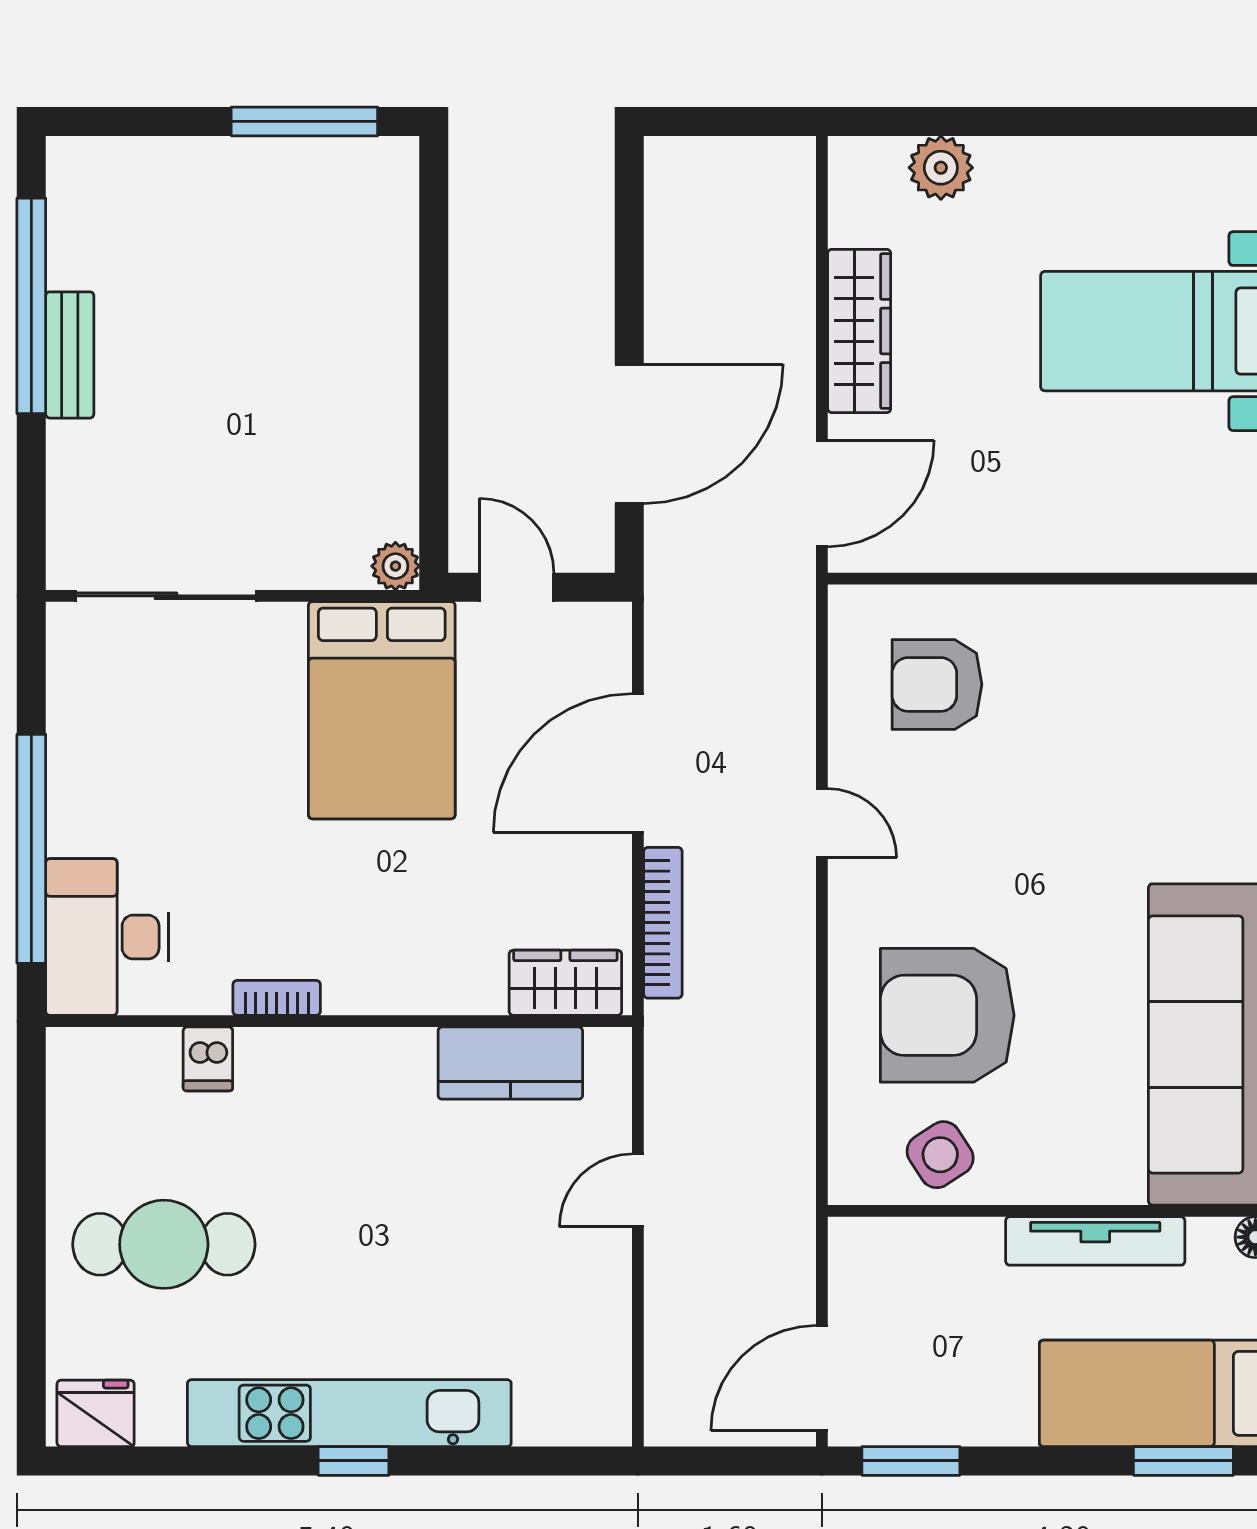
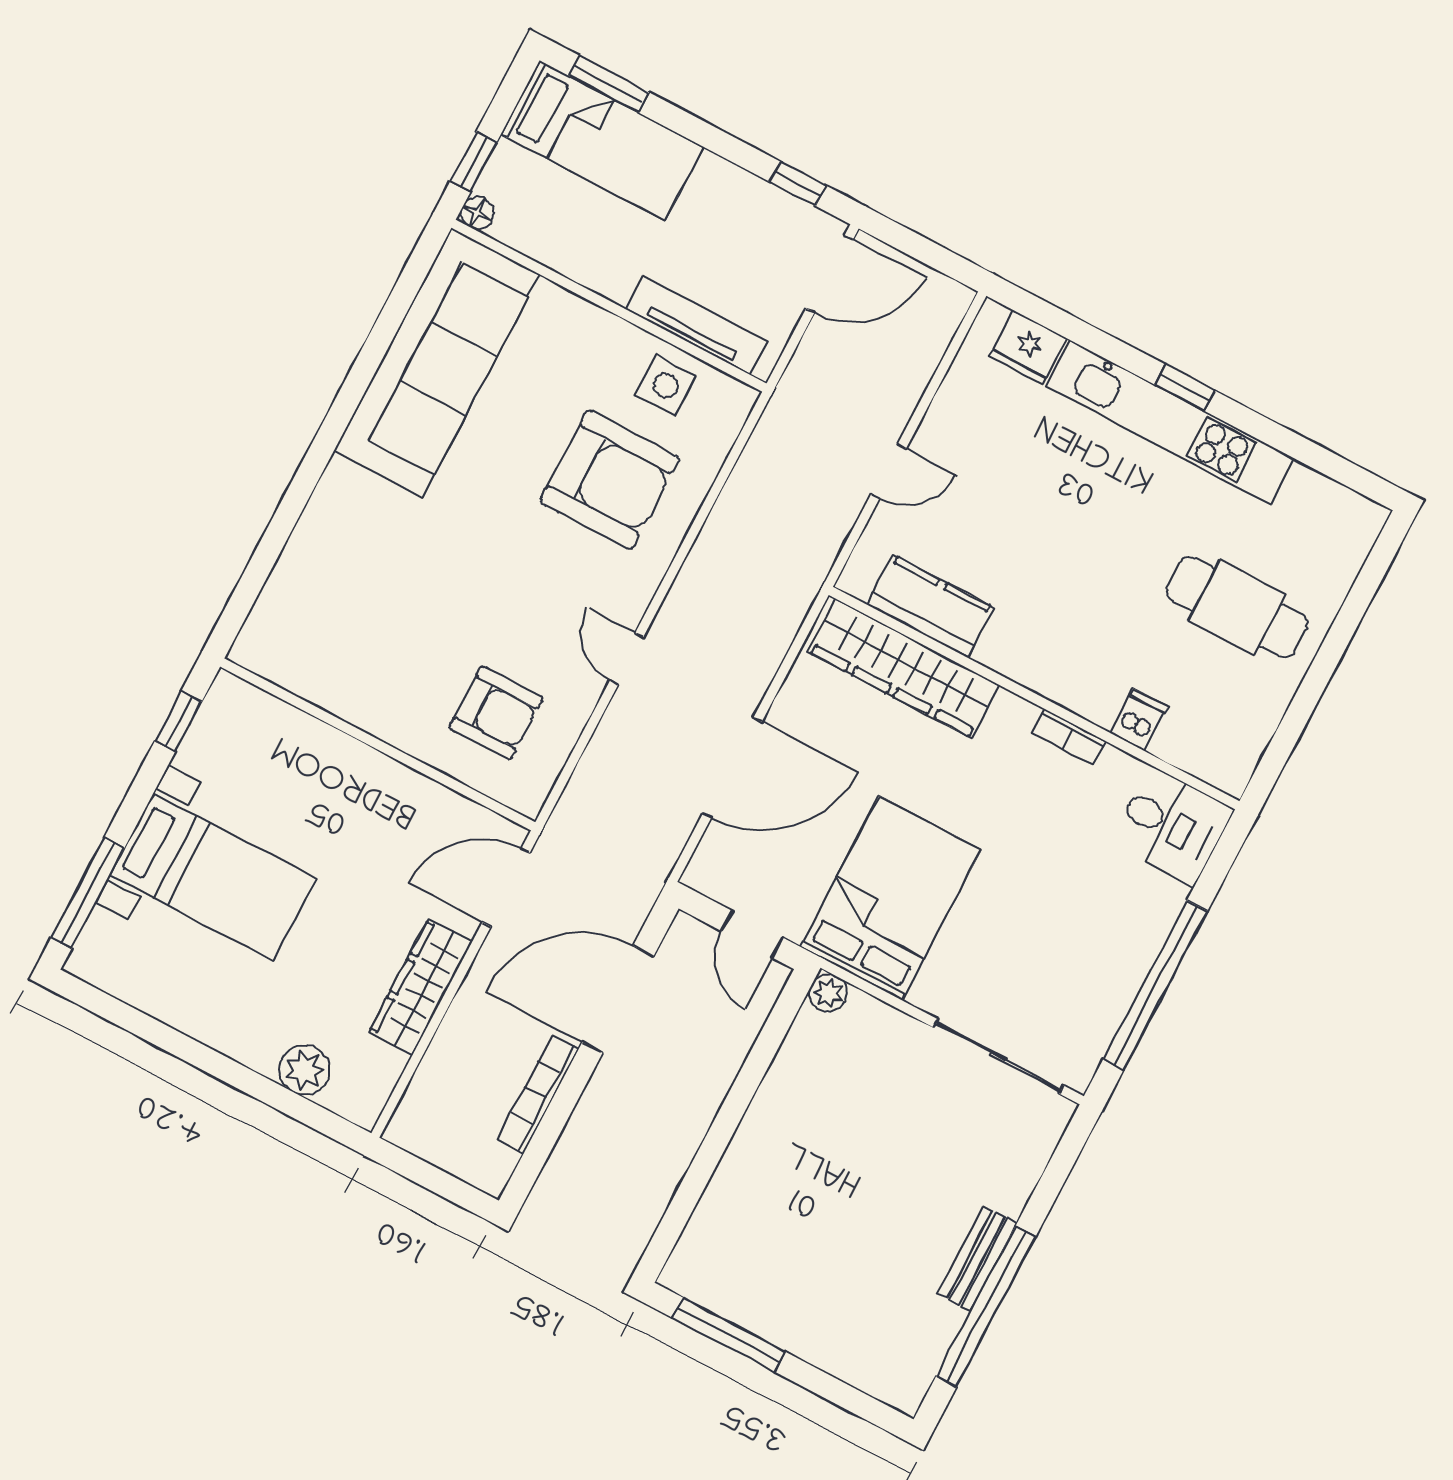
window: (31, 849) -> (1155, 985), moved
bookcase: (663, 923) -> (538, 1094), moved
desk: (107, 937) -> (1172, 826), width x0.73
wardrobe: (565, 983) -> (904, 668), width x2.10, depth x1.17
side table: (940, 1155) -> (666, 386), turned 33
tv unit: (1095, 1241) -> (697, 325), moved
fridge: (96, 1413) -> (1028, 347), moved
window: (911, 1461) -> (798, 184), width x0.67

